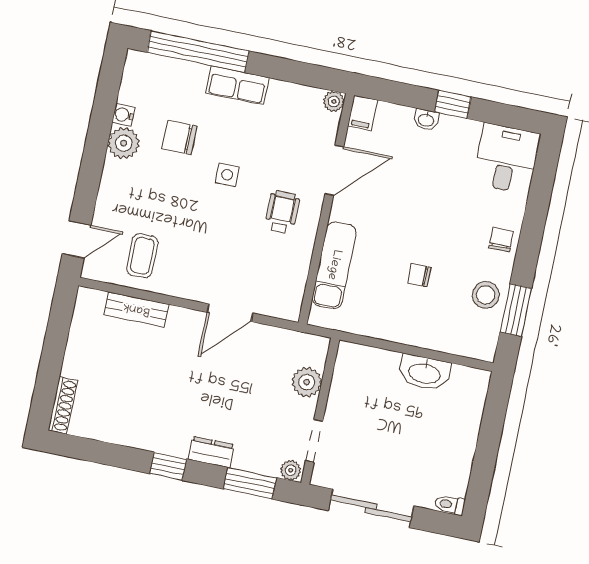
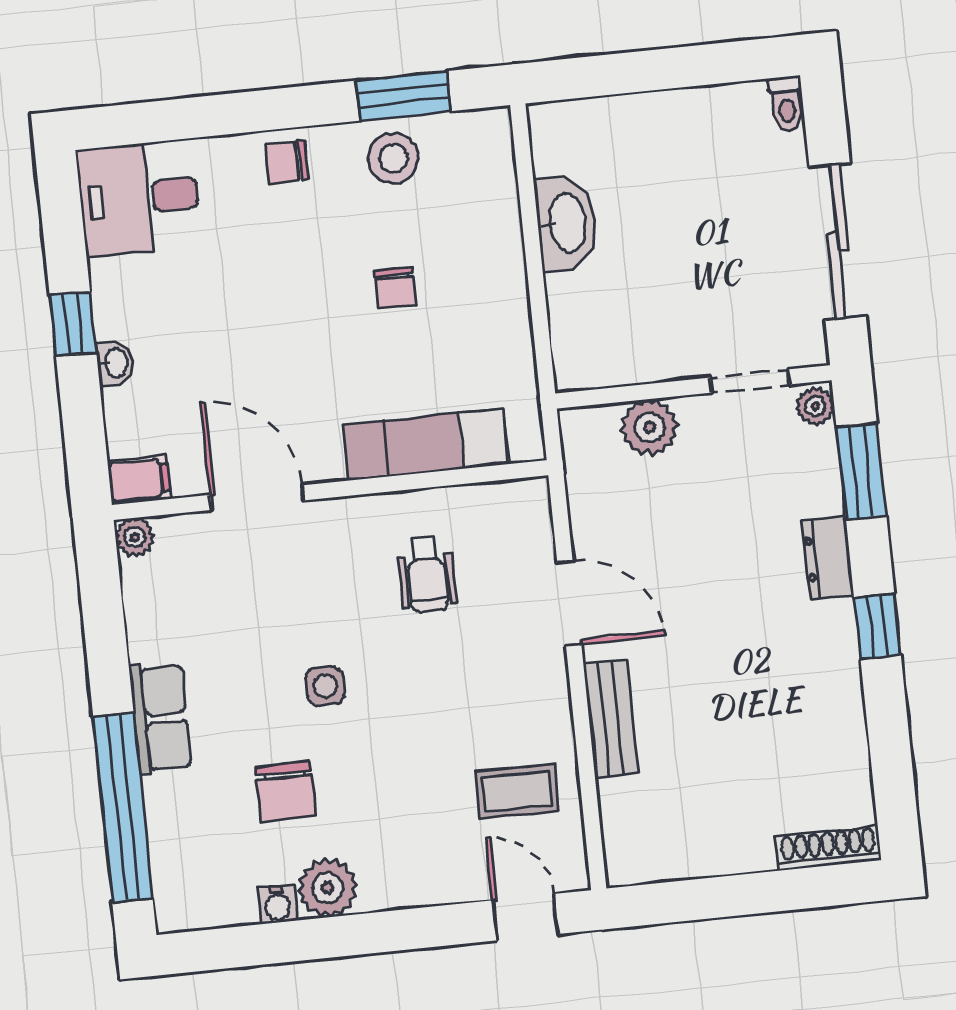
wheelchair: (282, 212) -> (427, 574), moved, turned -90
bench: (136, 309) -> (611, 718), moved

